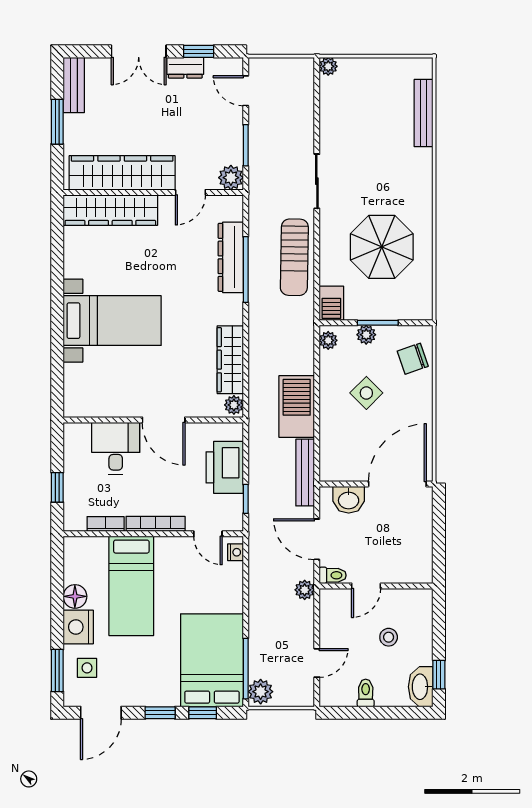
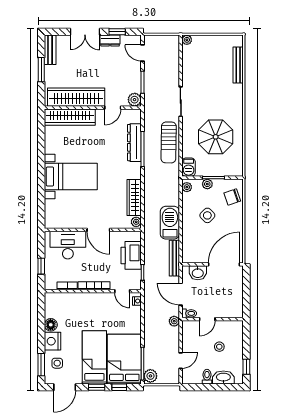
desk: (116, 448) -> (68, 245), width x1.37
bed: (131, 586) -> (94, 357), moved, turned 180
washbasin: (421, 687) -> (223, 377), moved, turned 90

